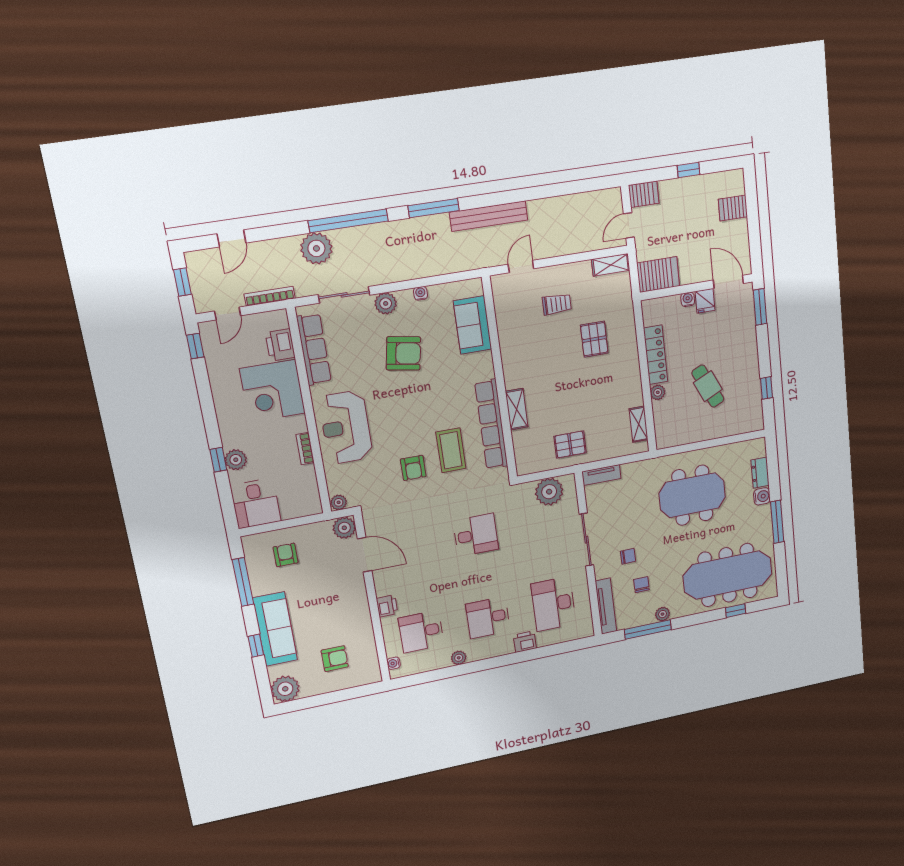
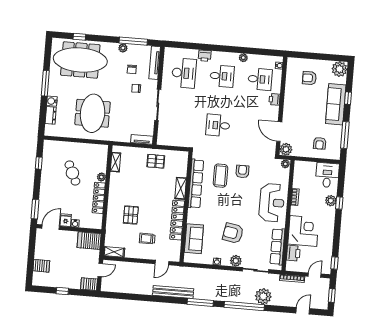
door: (728, 282) -> (51, 227), swing flipped
locker: (510, 351) -> (177, 220), added
plant: (549, 492) -> (173, 138), removed
meeting table: (692, 495) -> (93, 113), turned 90

